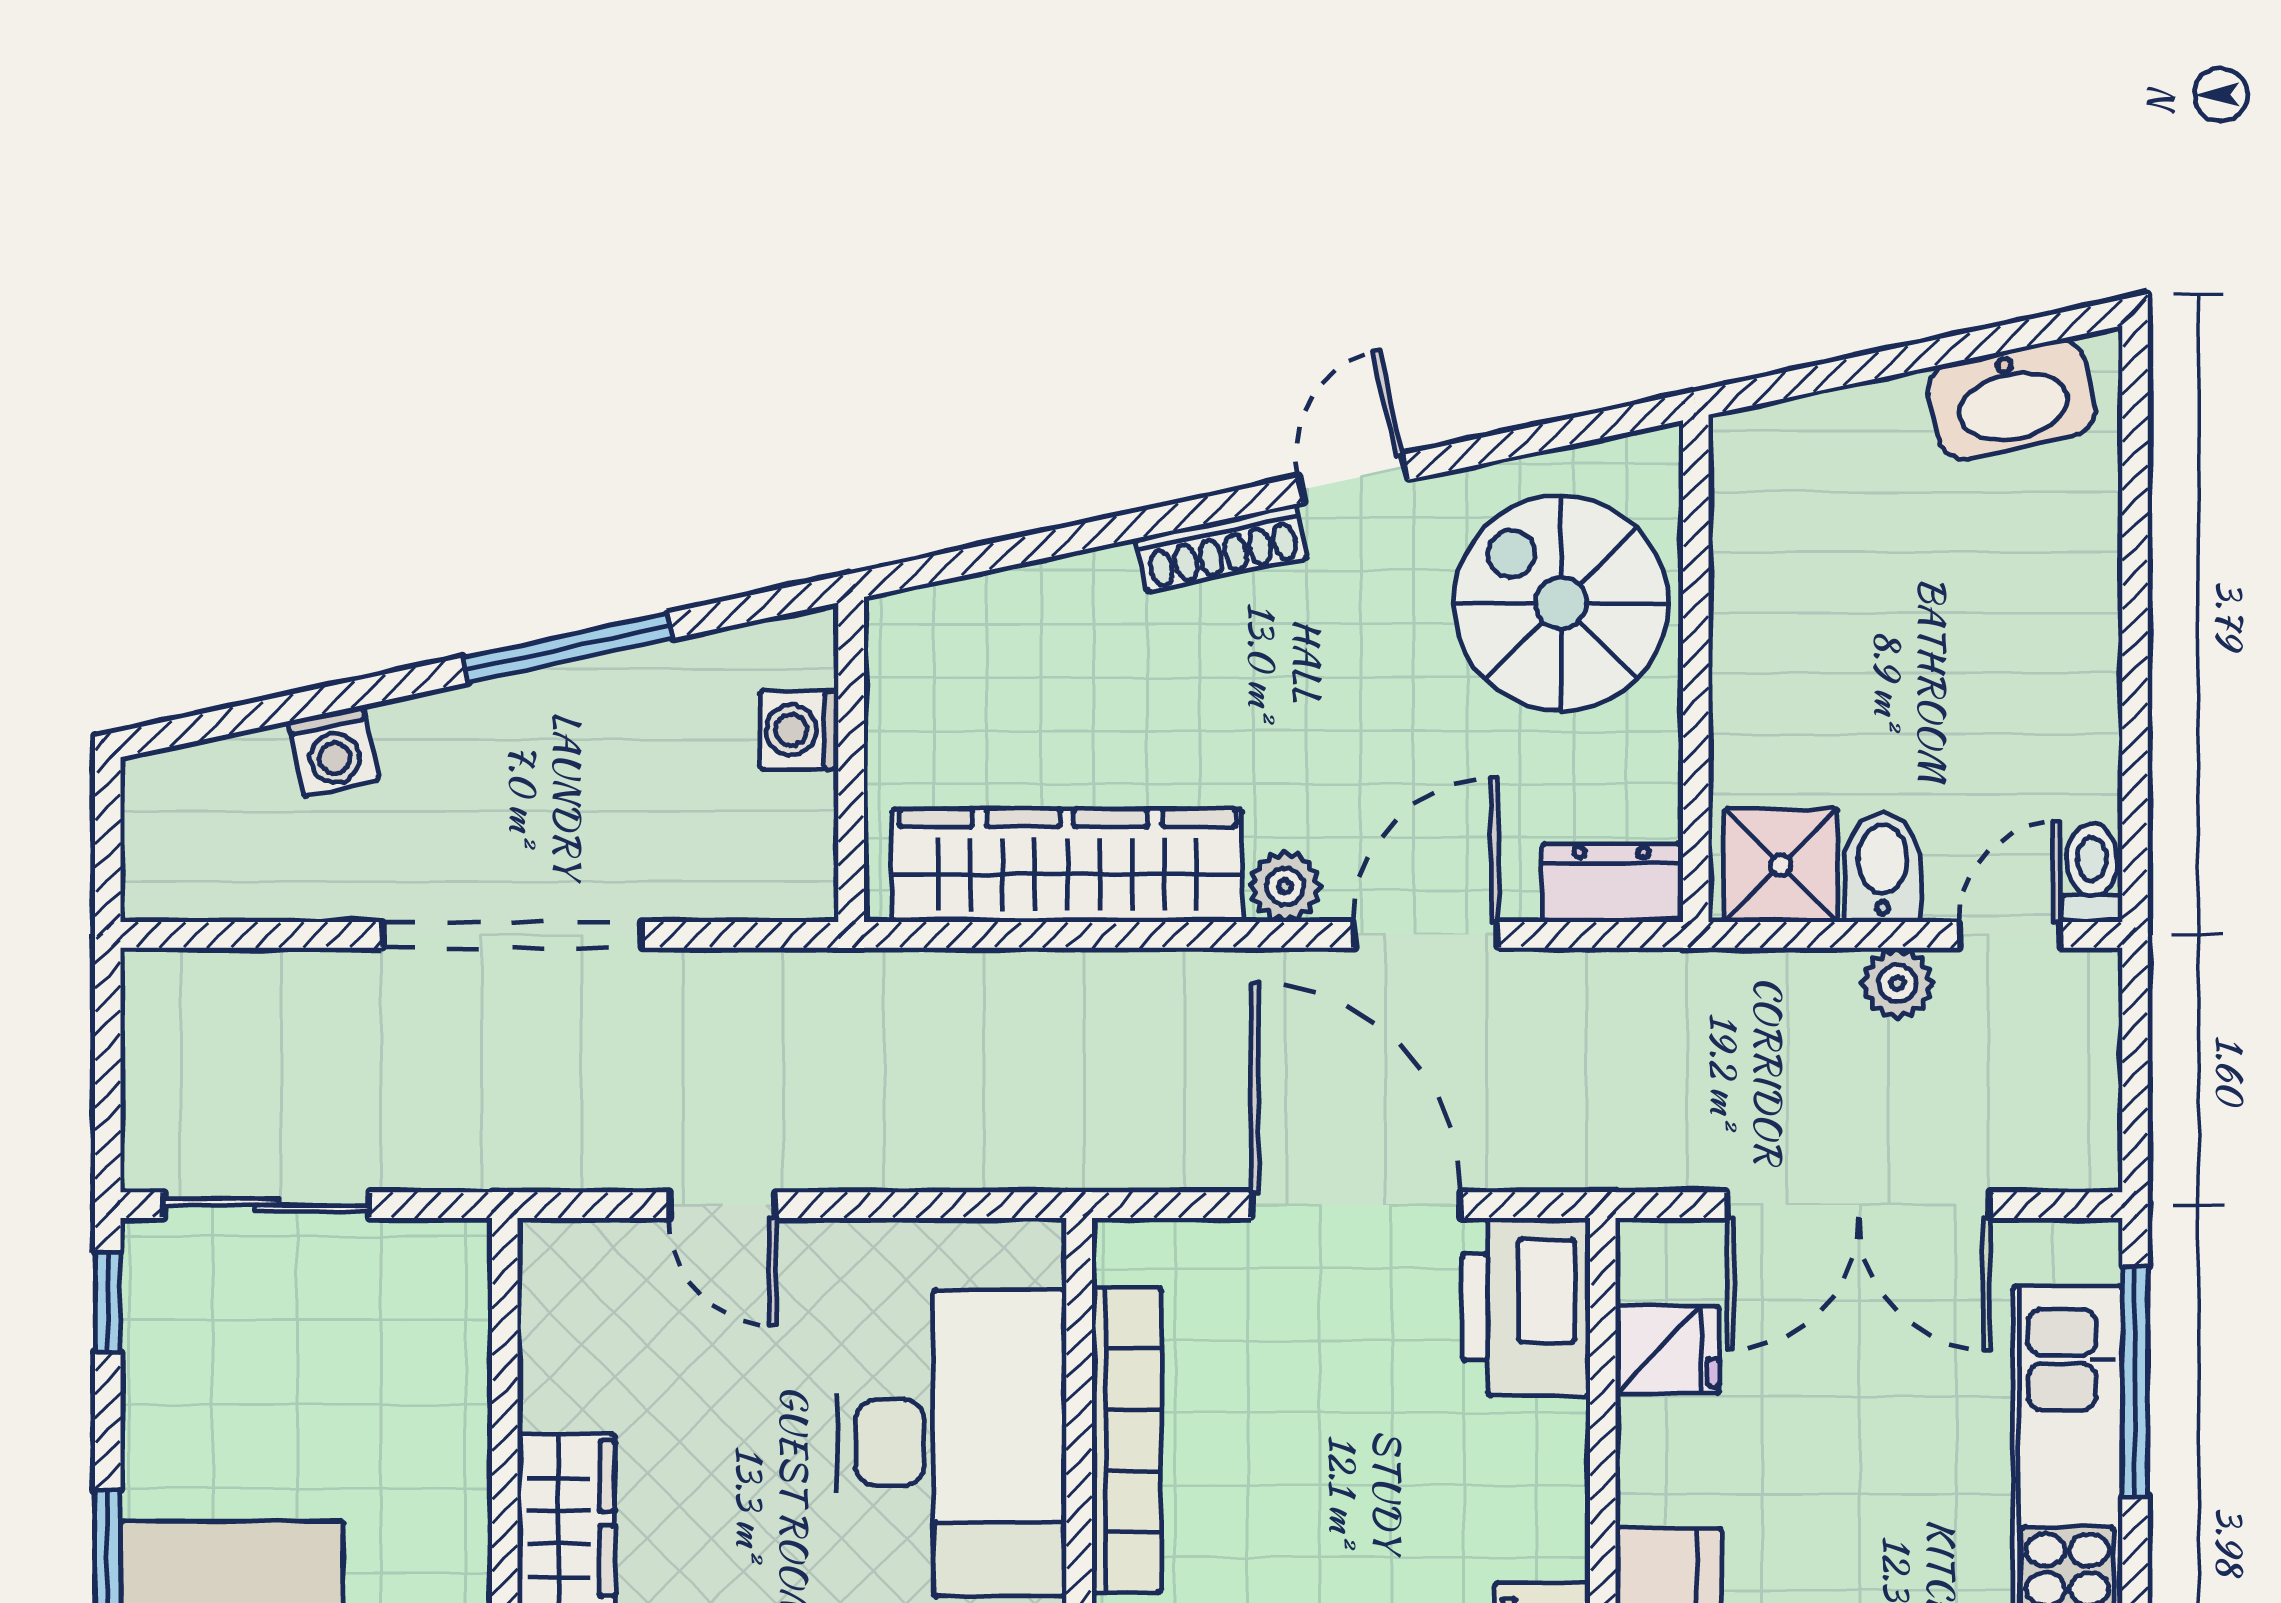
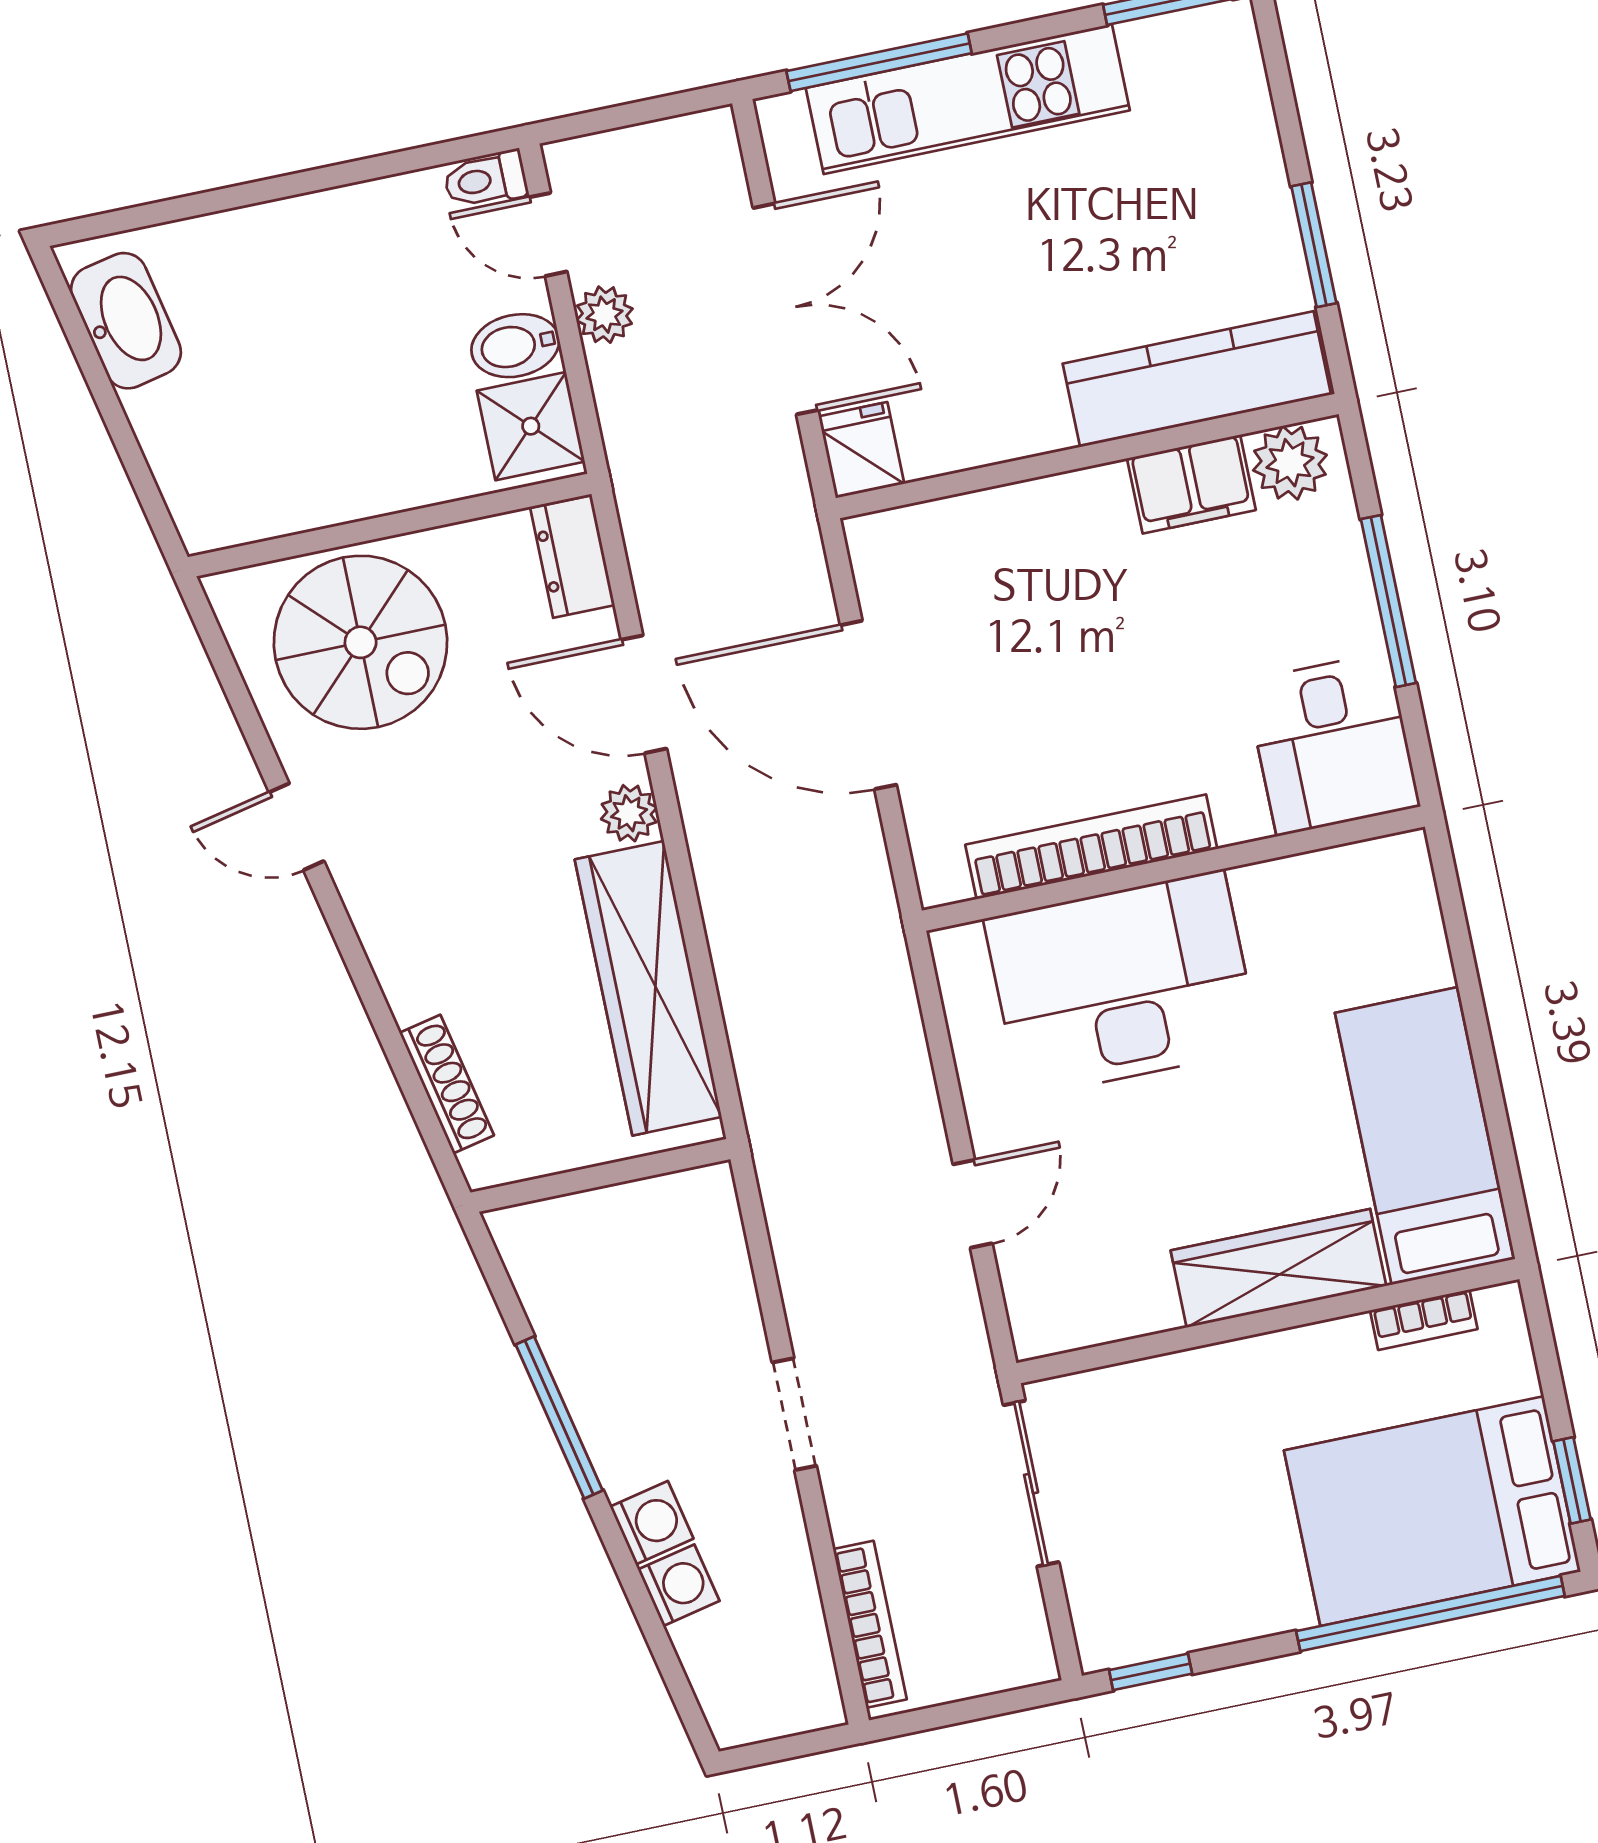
shoe rack: (1222, 548) -> (447, 1084), moved
spiral stairs: (1561, 603) -> (361, 642), turned -90
washing machine: (799, 730) -> (652, 1523), moved, turned -102
doorway: (512, 935) -> (794, 1414), width x0.53
bookcase: (237, 973) -> (870, 1624), added
sliding door: (266, 1205) -> (1031, 1484), moved
door: (1356, 1205) -> (868, 705), hinge flipped
printer: (1526, 1307) -> (921, 554), removed
fridge: (1668, 1350) -> (861, 450), moved

